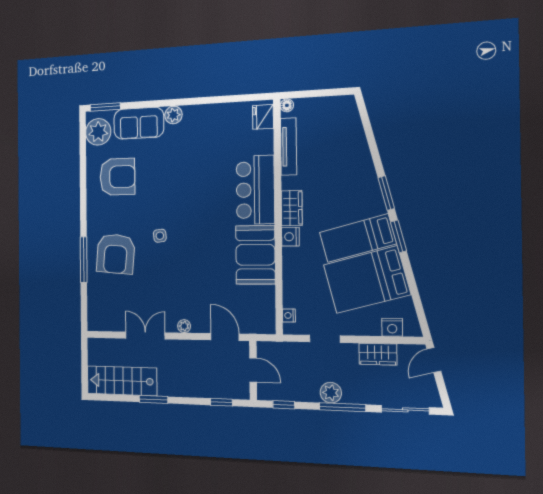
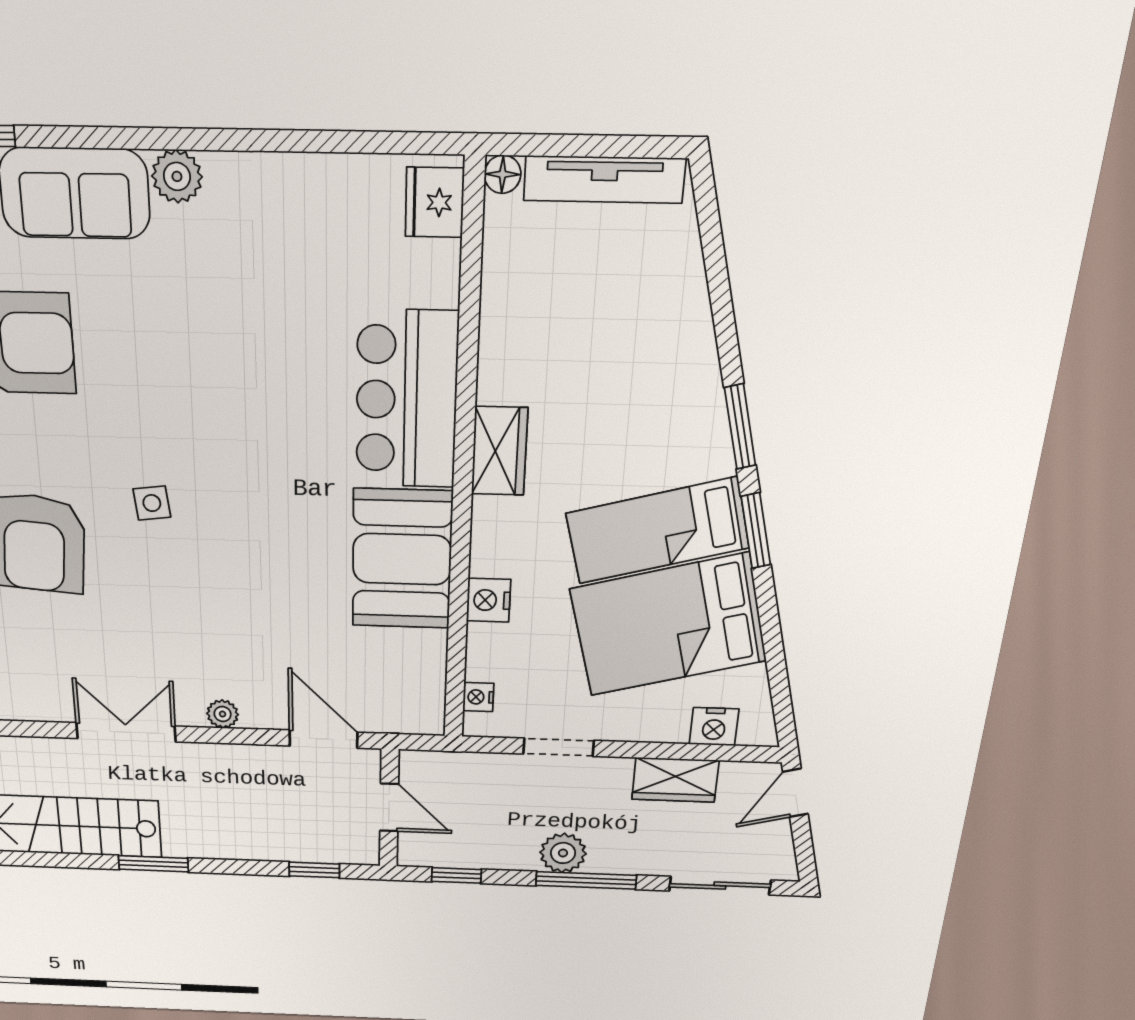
tv unit: (289, 147) -> (604, 179), moved, turned 90
nightstand: (290, 237) -> (489, 600), moved

